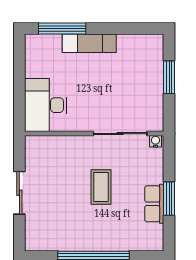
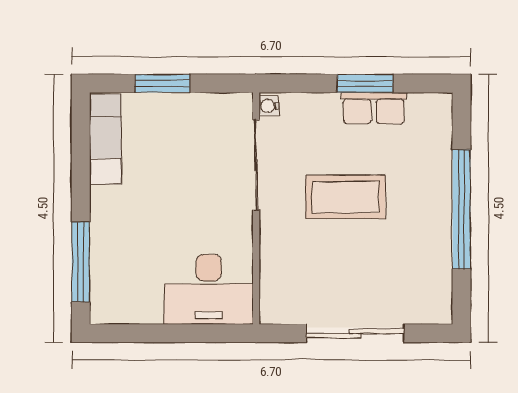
exam couch: (89, 43) -> (105, 139), moved
coffee table: (101, 187) -> (346, 197), width x1.36, depth x1.32
sliding door: (19, 193) -> (355, 333), width x1.37

